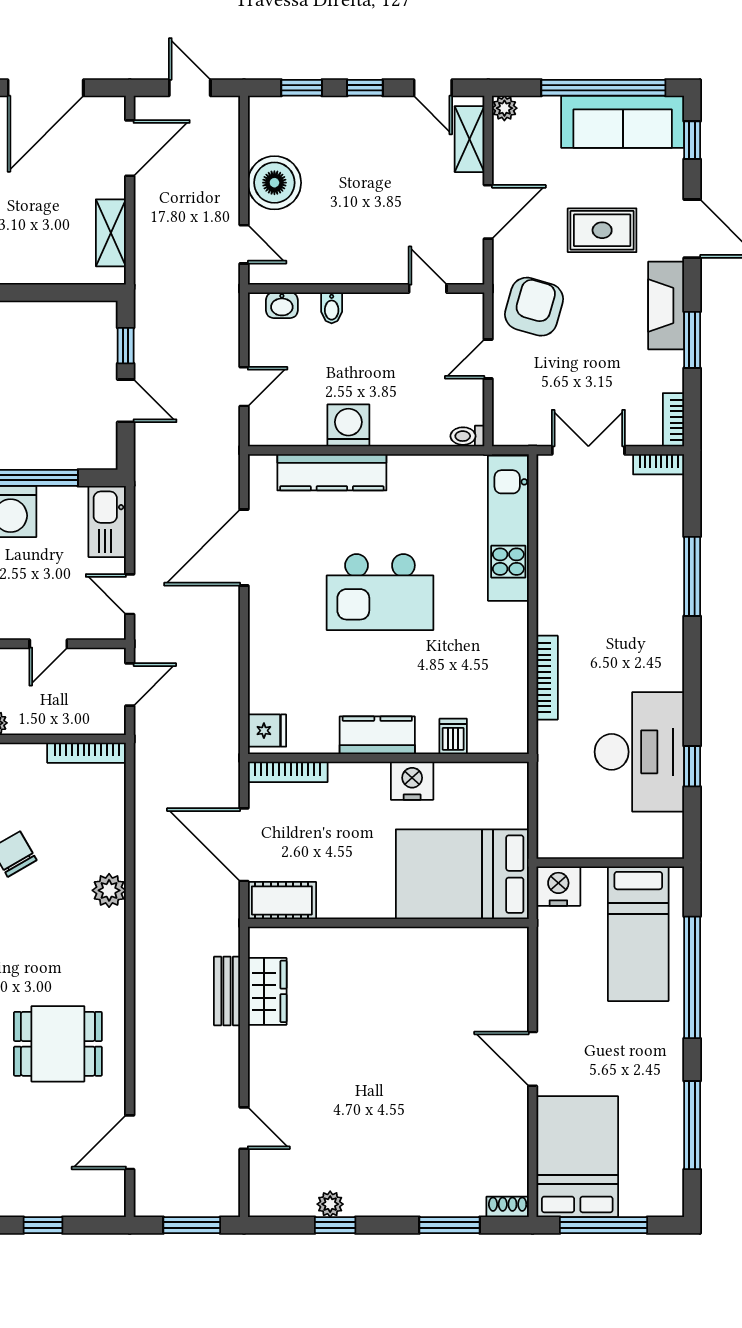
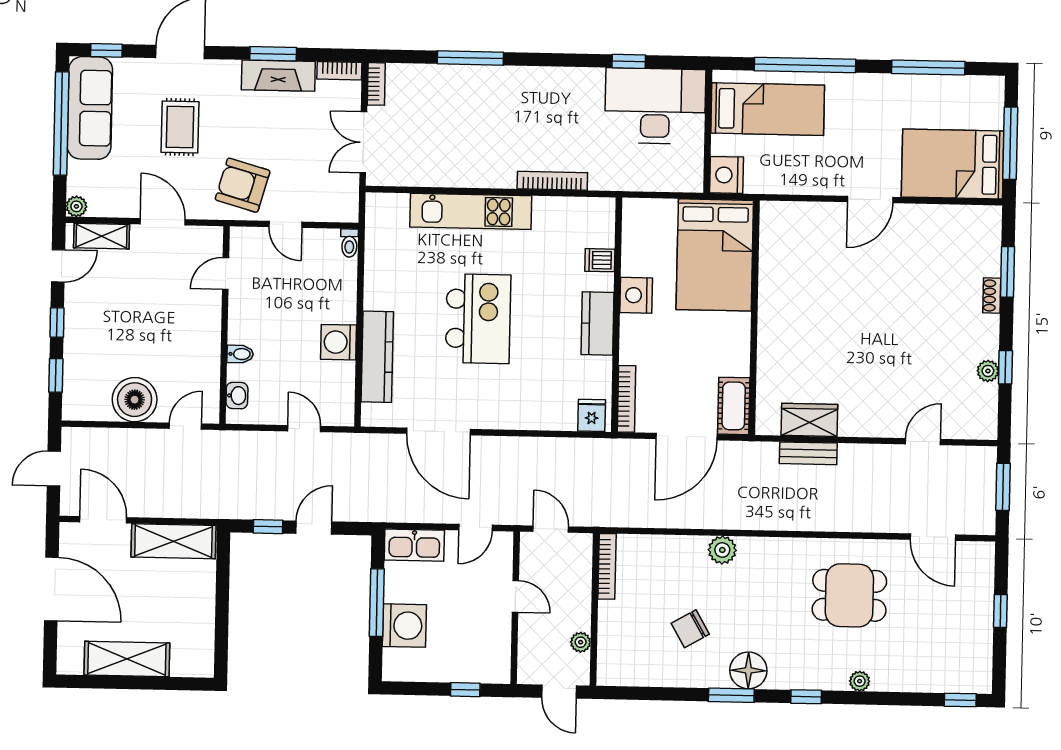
shelving: (111, 233) -> (173, 541), width x1.50, depth x1.33
fireplace: (666, 305) -> (278, 76), moved
kitchen unit: (508, 528) -> (471, 211), moved
desk: (639, 752) -> (655, 106), moved
dining table: (58, 1044) -> (849, 595), turned 90
shoe rack: (508, 1207) -> (992, 296), moved

